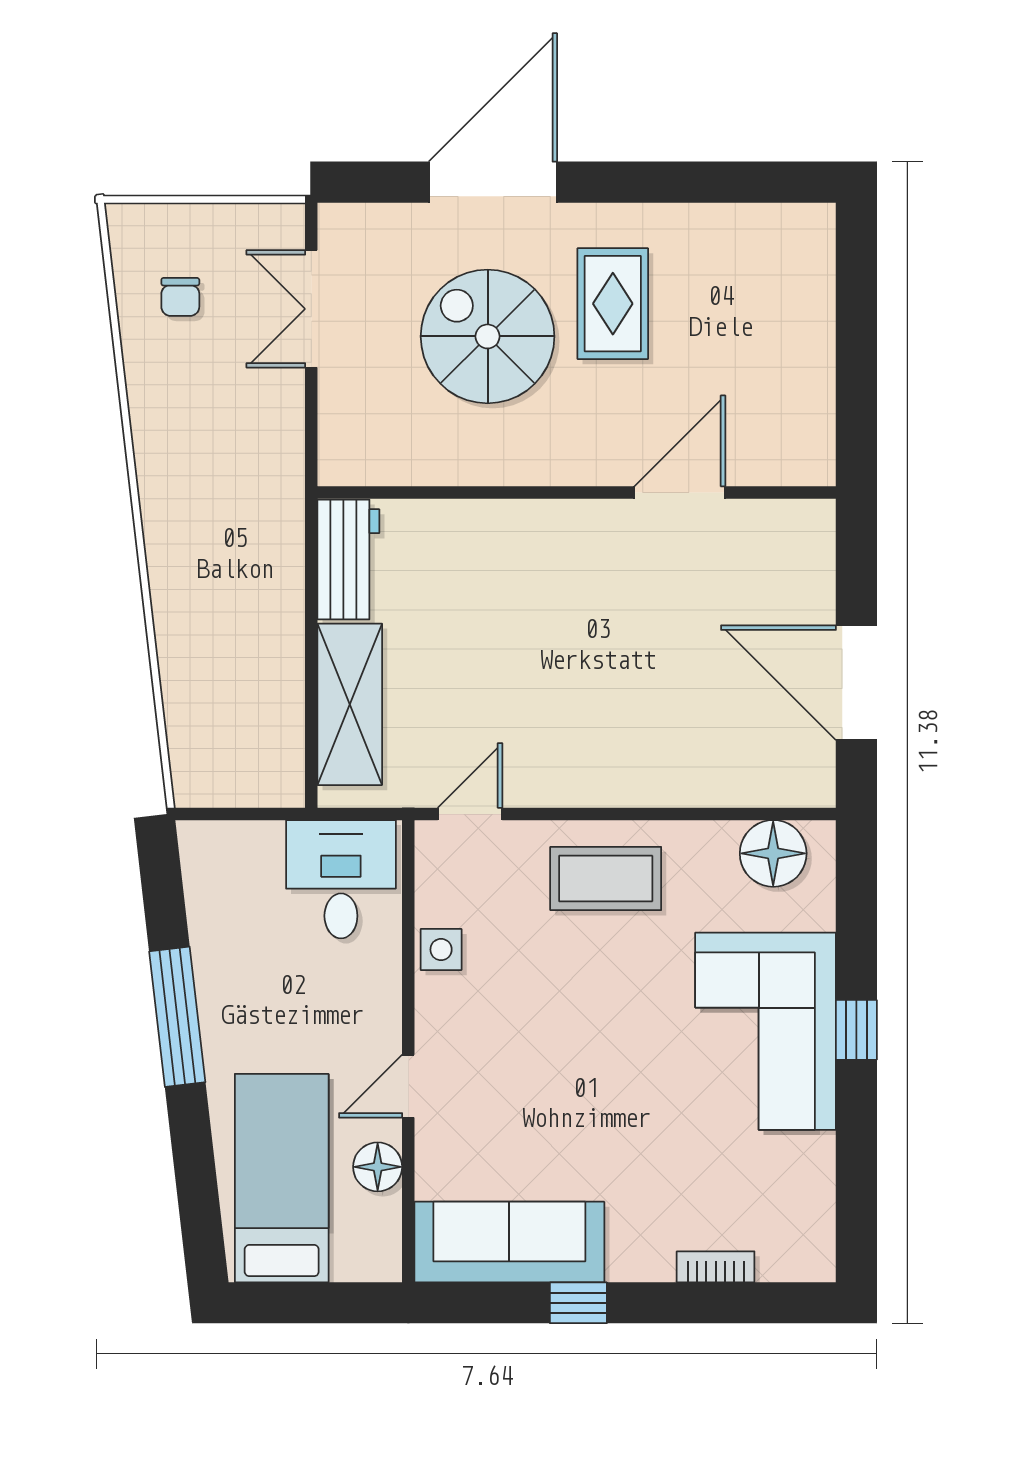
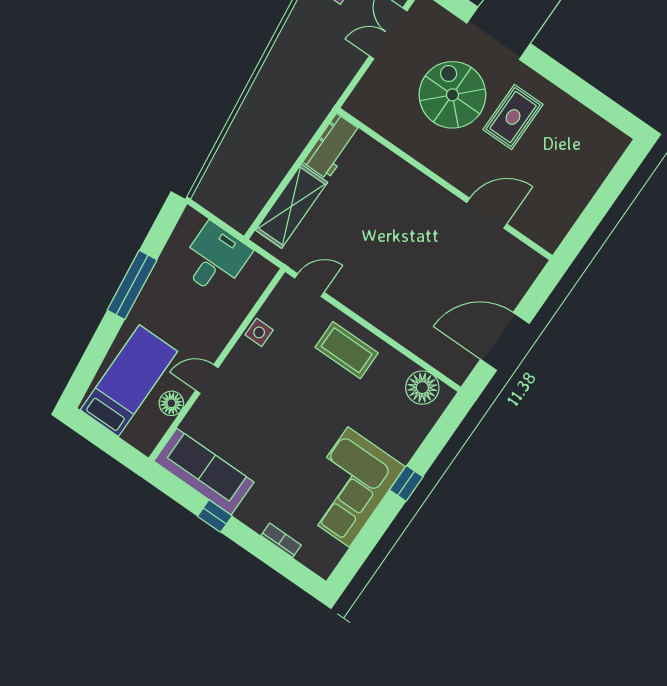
door: (856, 683) -> (505, 341), hinge flipped
desk: (341, 879) -> (215, 259), moved
corner sofa: (766, 1031) -> (349, 487), moved

